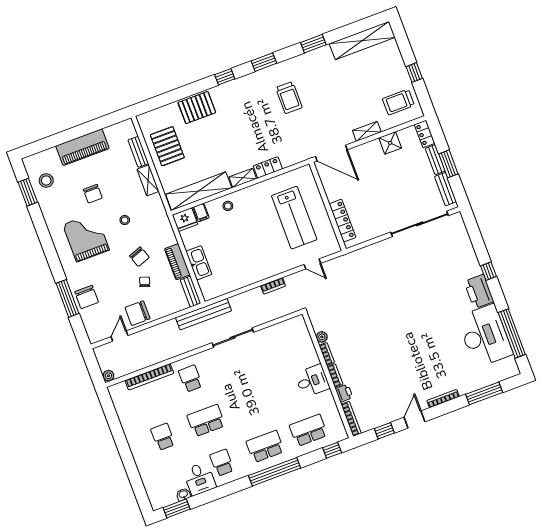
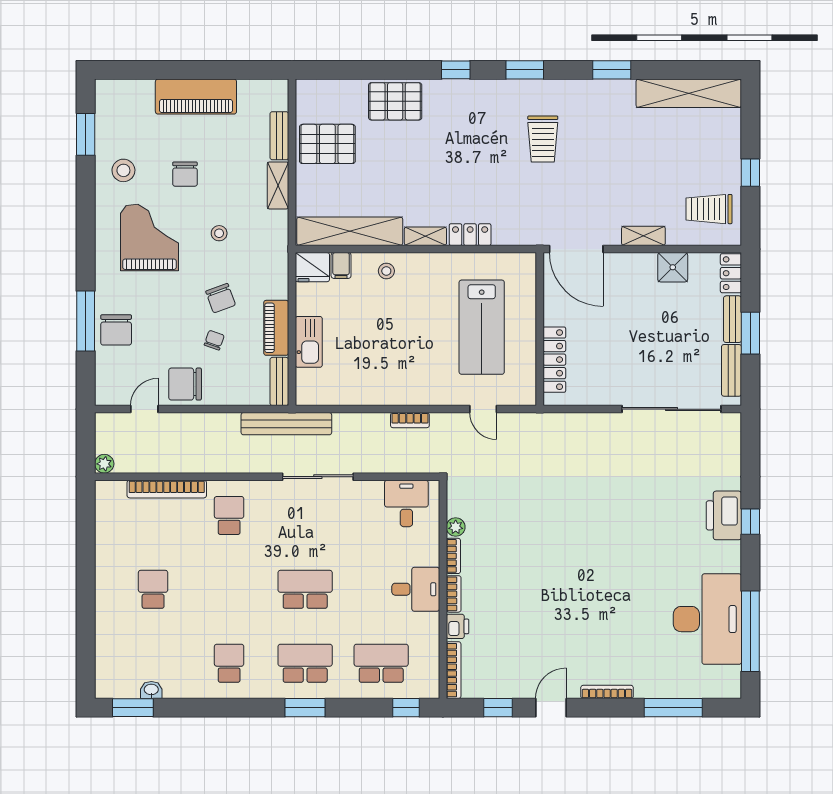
pallet: (167, 146) -> (327, 144), turned 90
stool: (46, 181) -> (123, 170), moved
printer: (479, 291) -> (724, 515), moved
school desk: (206, 421) -> (305, 589), moved
window: (275, 472) -> (305, 708), width x0.47
desk: (200, 479) -> (406, 503), moved, turned 180

